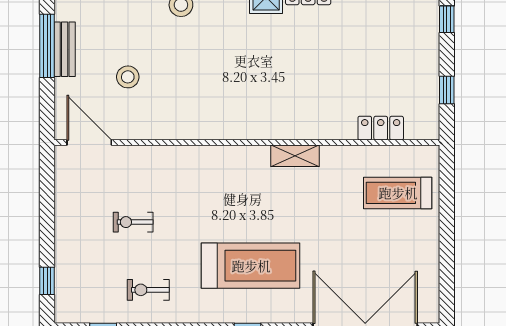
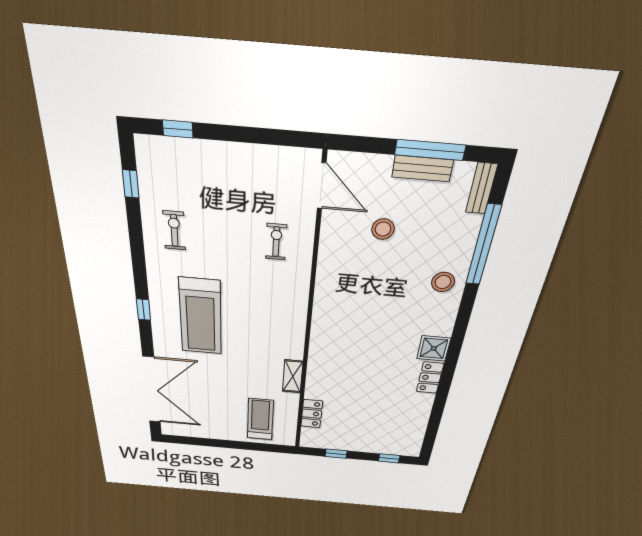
door: (89, 143) -> (322, 186), hinge flipped
shelving: (295, 156) -> (293, 376), moved
exercise bike: (133, 222) -> (276, 242), moved

